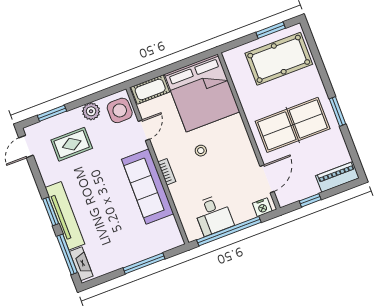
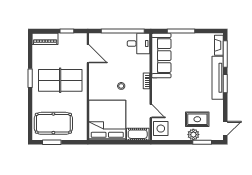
plant: (91, 111) -> (193, 135), moved
door: (144, 130) -> (151, 111), swing flipped
door: (267, 179) -> (88, 54), swing flipped
sofa: (148, 186) -> (161, 56), moved
nightstand: (262, 207) -> (97, 38), removed
desk: (213, 215) -> (139, 44), moved, turned 90

